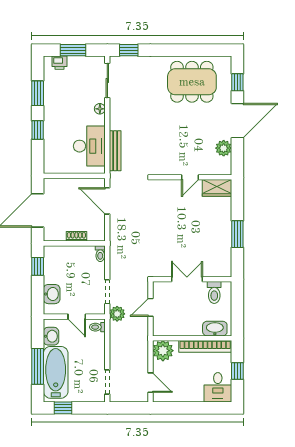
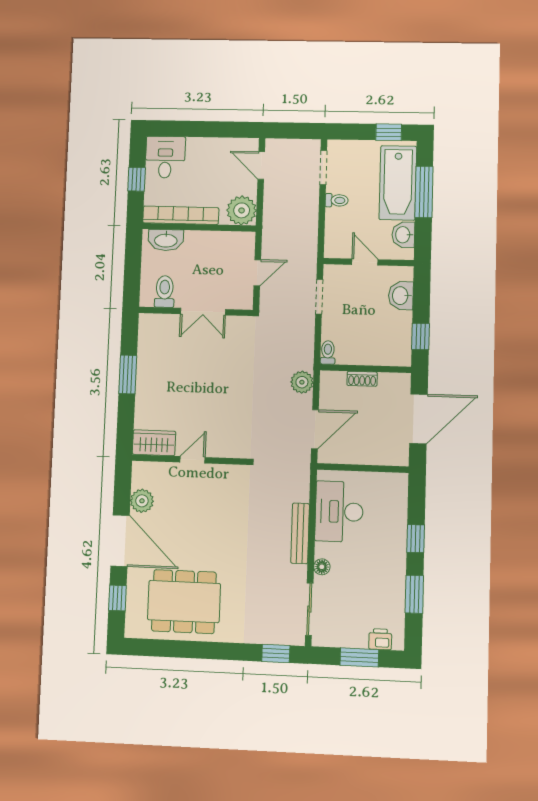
door: (237, 121) -> (120, 541), swing flipped
bench: (115, 151) -> (300, 533), moved
door: (107, 201) -> (315, 429), hinge flipped
plant: (117, 314) -> (302, 382), moved
toilet: (97, 327) -> (337, 200), moved

